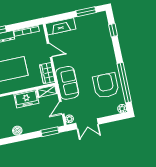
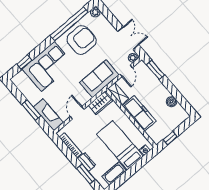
window: (86, 12) -> (31, 110), moved
corner sofa: (99, 47) -> (48, 66), added
armchair: (106, 86) -> (82, 40), turned 180
freezer: (26, 99) -> (139, 113), width x1.40
door: (62, 108) -> (126, 71), hinge flipped

